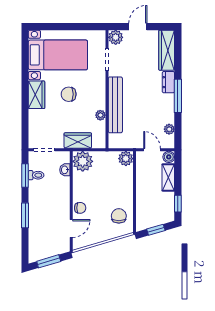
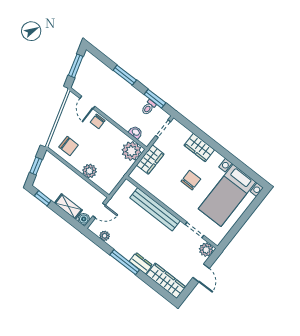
wardrobe: (37, 95) -> (199, 147), moved
plant: (100, 115) -> (156, 192), removed
plant: (126, 159) -> (90, 171), moved

